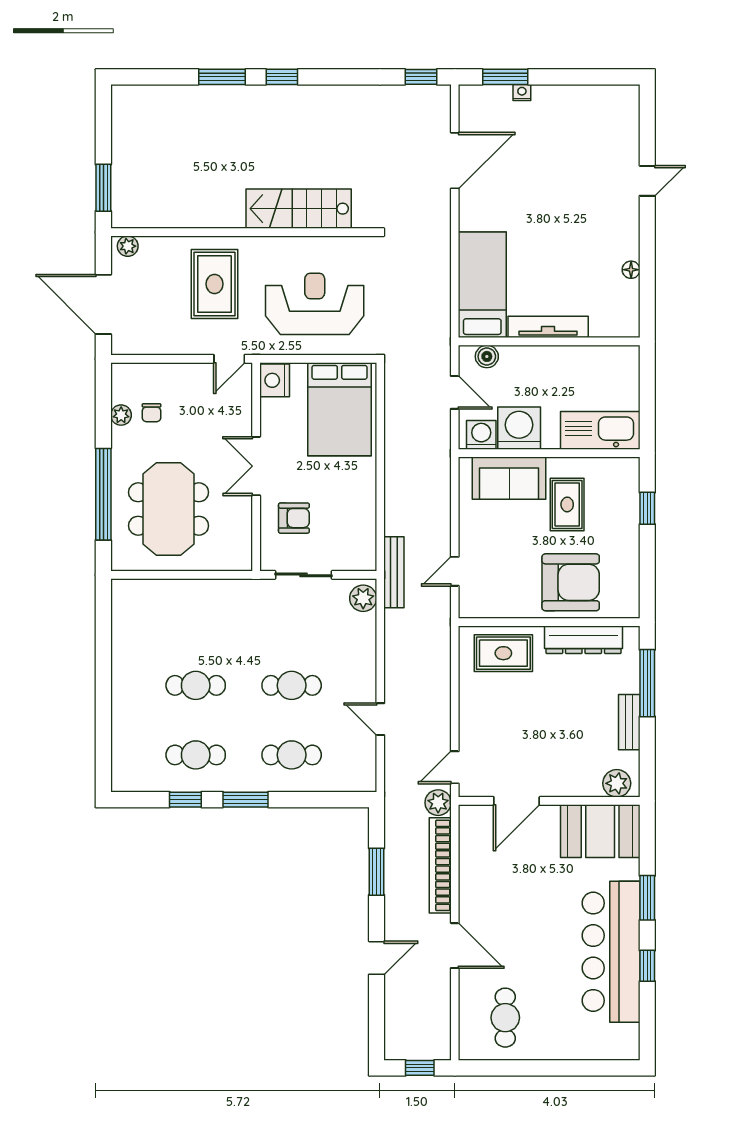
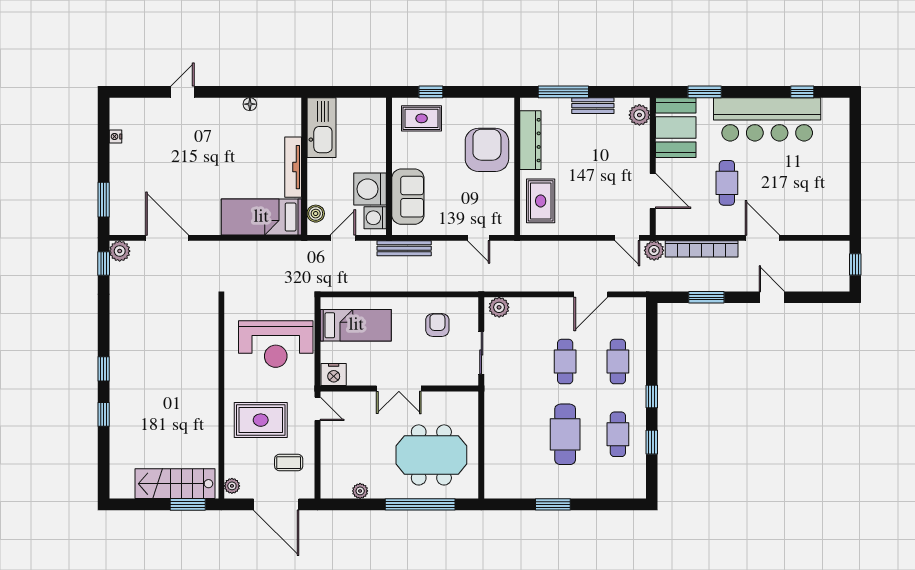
window: (222, 77) -> (104, 414), width x0.67
nightstand: (522, 93) -> (115, 137), moved
plant: (437, 98) -> (120, 251), added
door: (647, 181) -> (182, 92), hinge flipped
stairs: (299, 209) -> (175, 484), moved, turned 90
door: (103, 304) -> (276, 504), hinge flipped
reception desk: (315, 304) -> (276, 344), turned -90
coffee table: (159, 321) -> (289, 463), added
bed: (340, 409) -> (356, 325), width x0.67
chair: (152, 413) -> (358, 468), removed
kitchen sink: (600, 430) -> (321, 128), moved, turned 180
rug: (567, 504) -> (422, 118), moved
armchair: (294, 518) -> (437, 325), moved
bench: (394, 572) -> (404, 248), moved
window: (103, 669) -> (553, 504), added
cafe table: (196, 685) -> (565, 434), width x1.37, depth x1.35
door: (380, 719) -> (591, 294), width x1.38
window: (246, 800) -> (652, 397), width x0.67
window: (647, 898) -> (705, 92), moved
door: (455, 946) -> (762, 238), hinge flipped
window: (647, 966) -> (802, 92), moved
cafe table: (505, 1018) -> (727, 183), moved, turned 90

